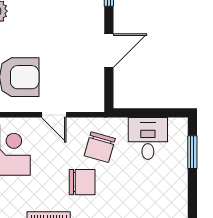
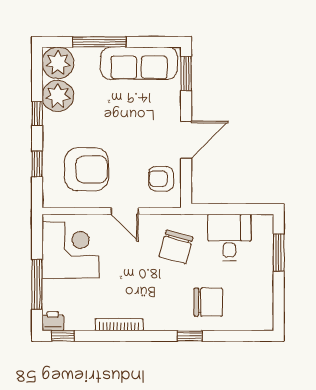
armchair: (86, 86) -> (161, 179), added
chair: (82, 182) -> (208, 302), moved

